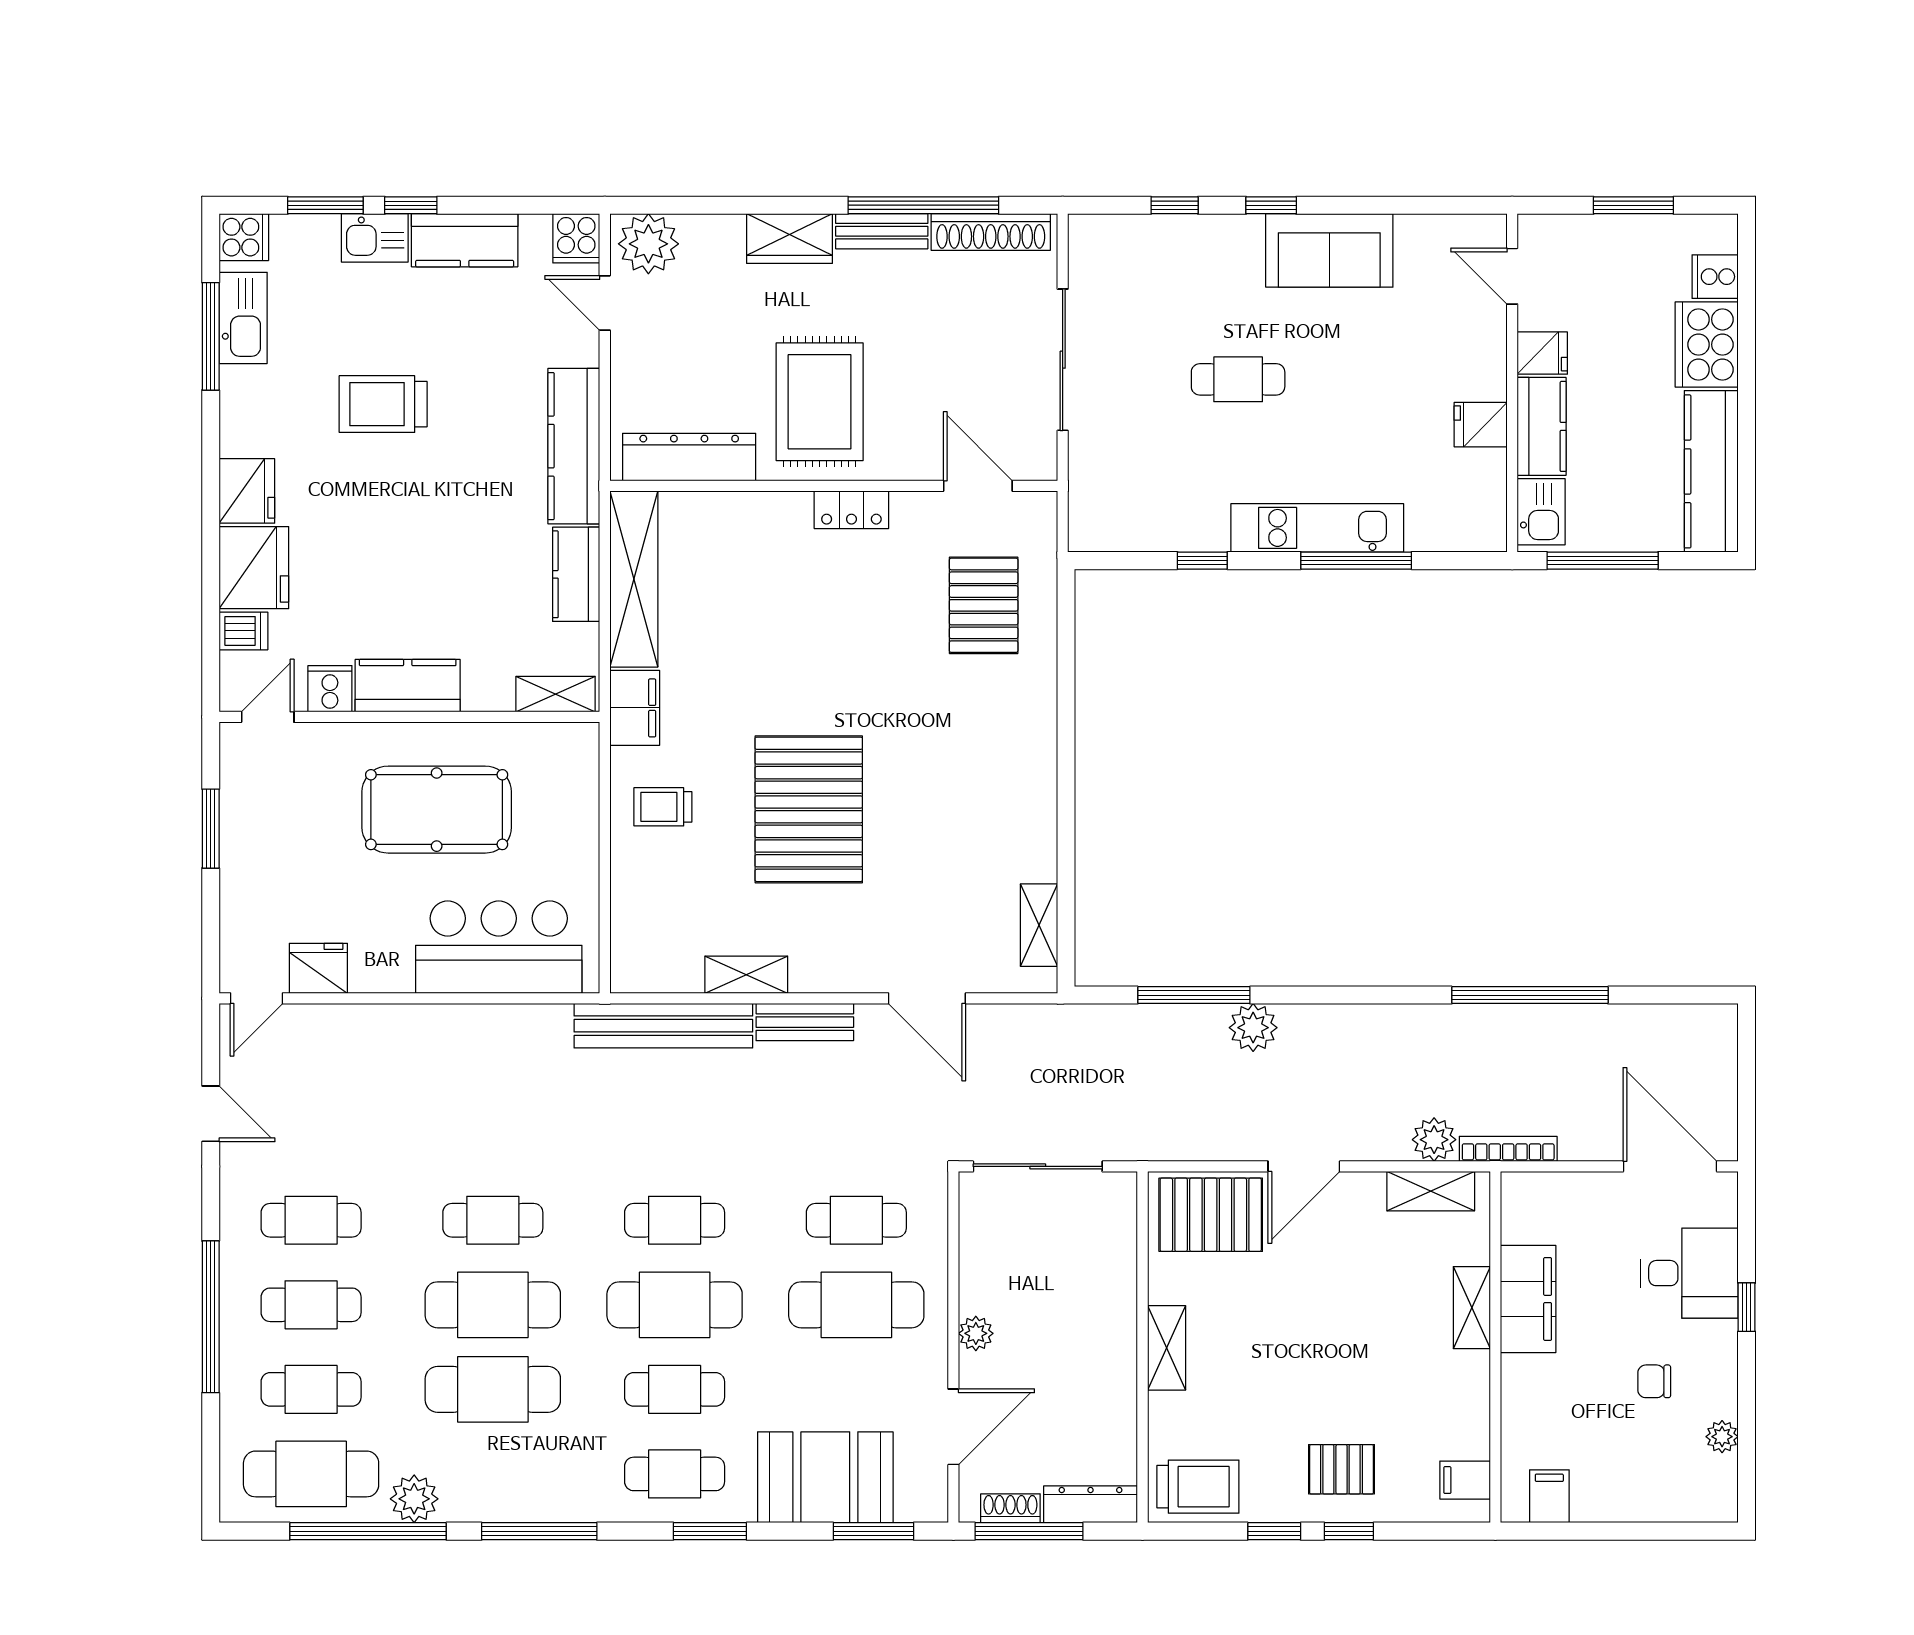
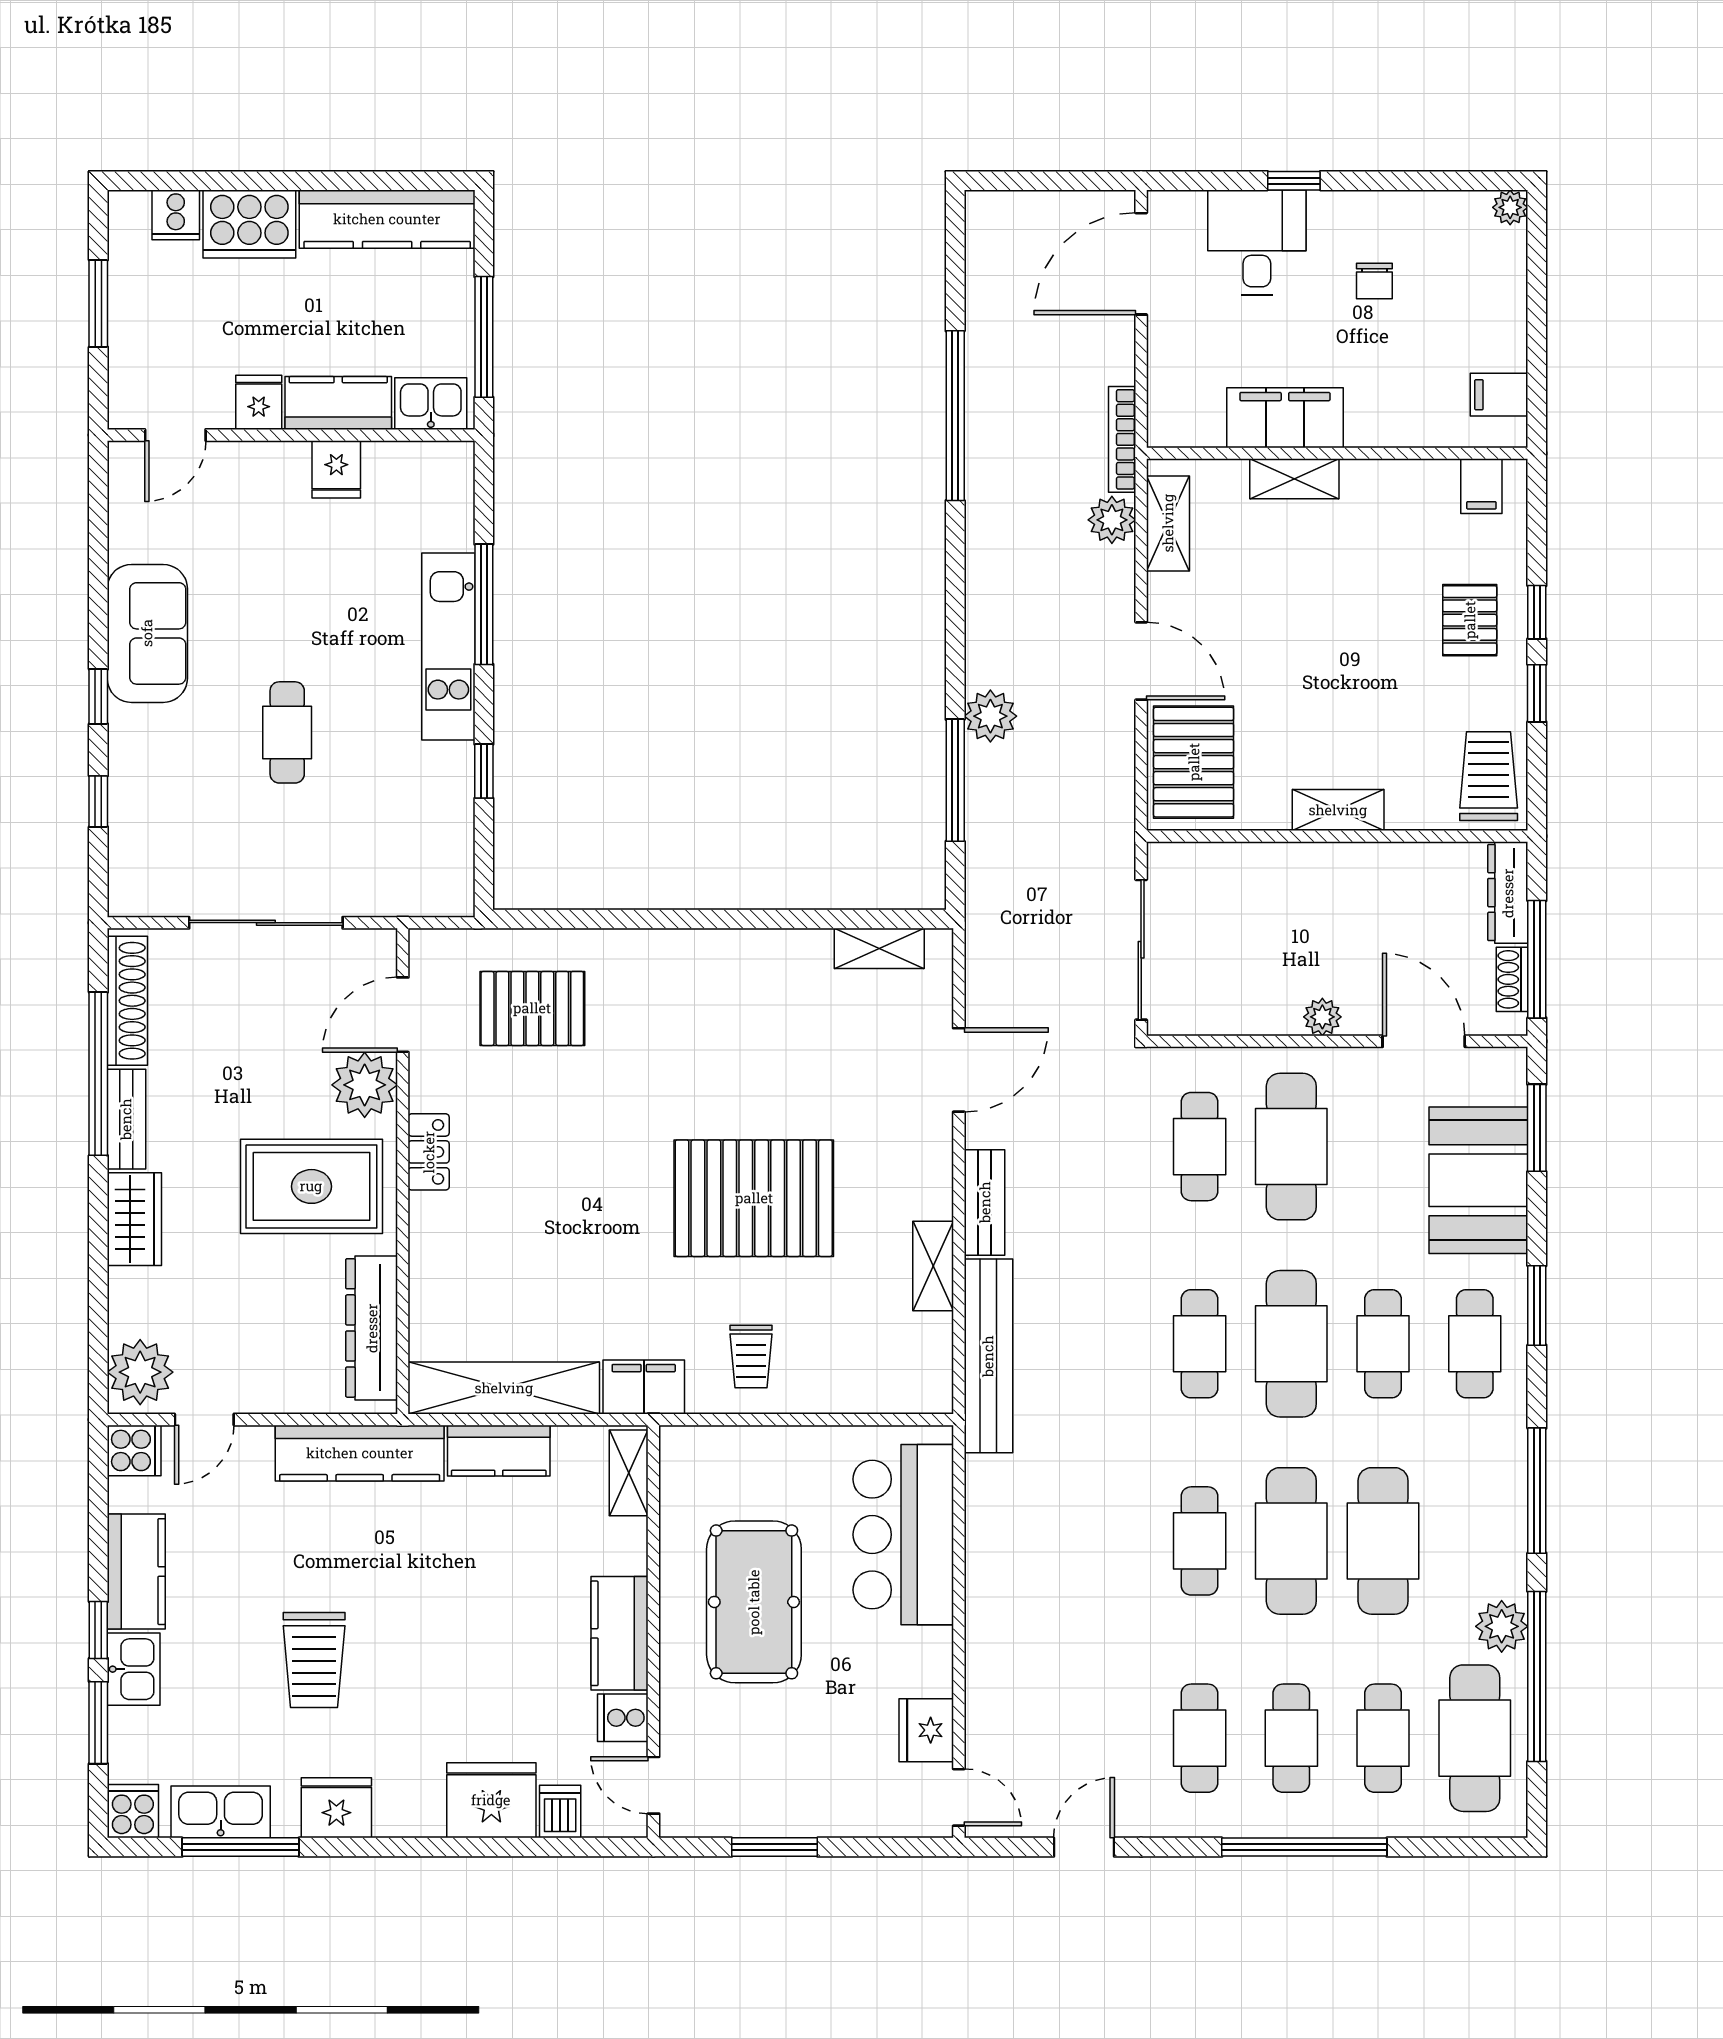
plant: (913, 451) -> (365, 1085), added
fridge: (247, 491) -> (336, 1808), moved
plant: (1722, 1437) -> (1510, 207), moved

